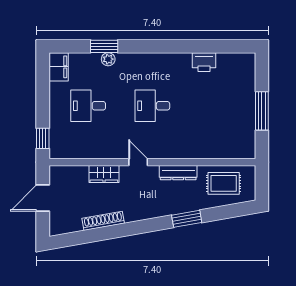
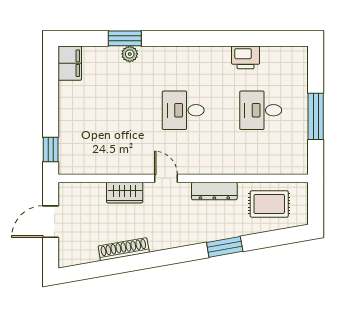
desk: (88, 106) -> (261, 110), moved

